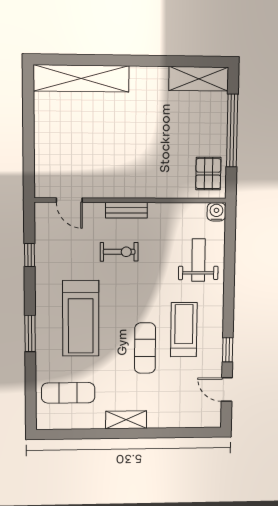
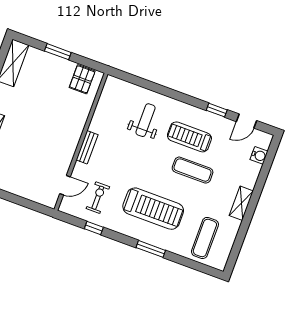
window: (232, 131) -> (58, 52), width x0.47
pallet: (208, 174) -> (82, 79), turned 90
water cooler: (216, 212) -> (259, 155), moved, turned 180
exercise bike: (119, 252) -> (98, 198), moved
weight bench: (198, 260) -> (145, 120), moved, turned 90

